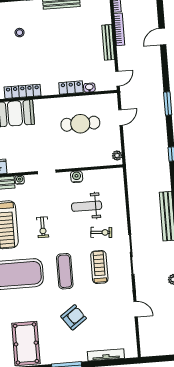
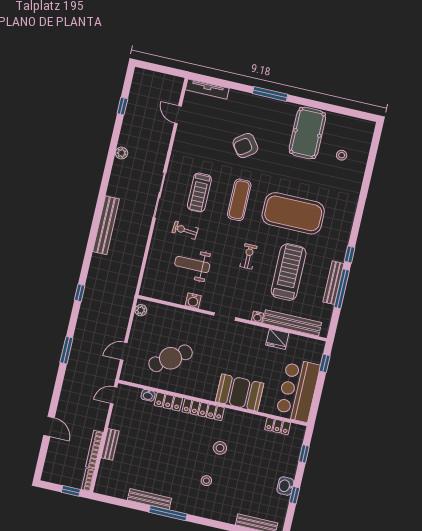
door: (162, 37) -> (49, 426), hinge flipped
bench: (108, 42) -> (110, 444), width x0.73
stool: (17, 63) -> (220, 448), added
locker: (23, 91) -> (203, 410), moved
cafe table: (80, 124) -> (171, 358), turned -35
weight bench: (87, 206) -> (192, 264), turned 180
door: (136, 309) -> (178, 115), moved
tv unit: (106, 355) -> (207, 89), moved

